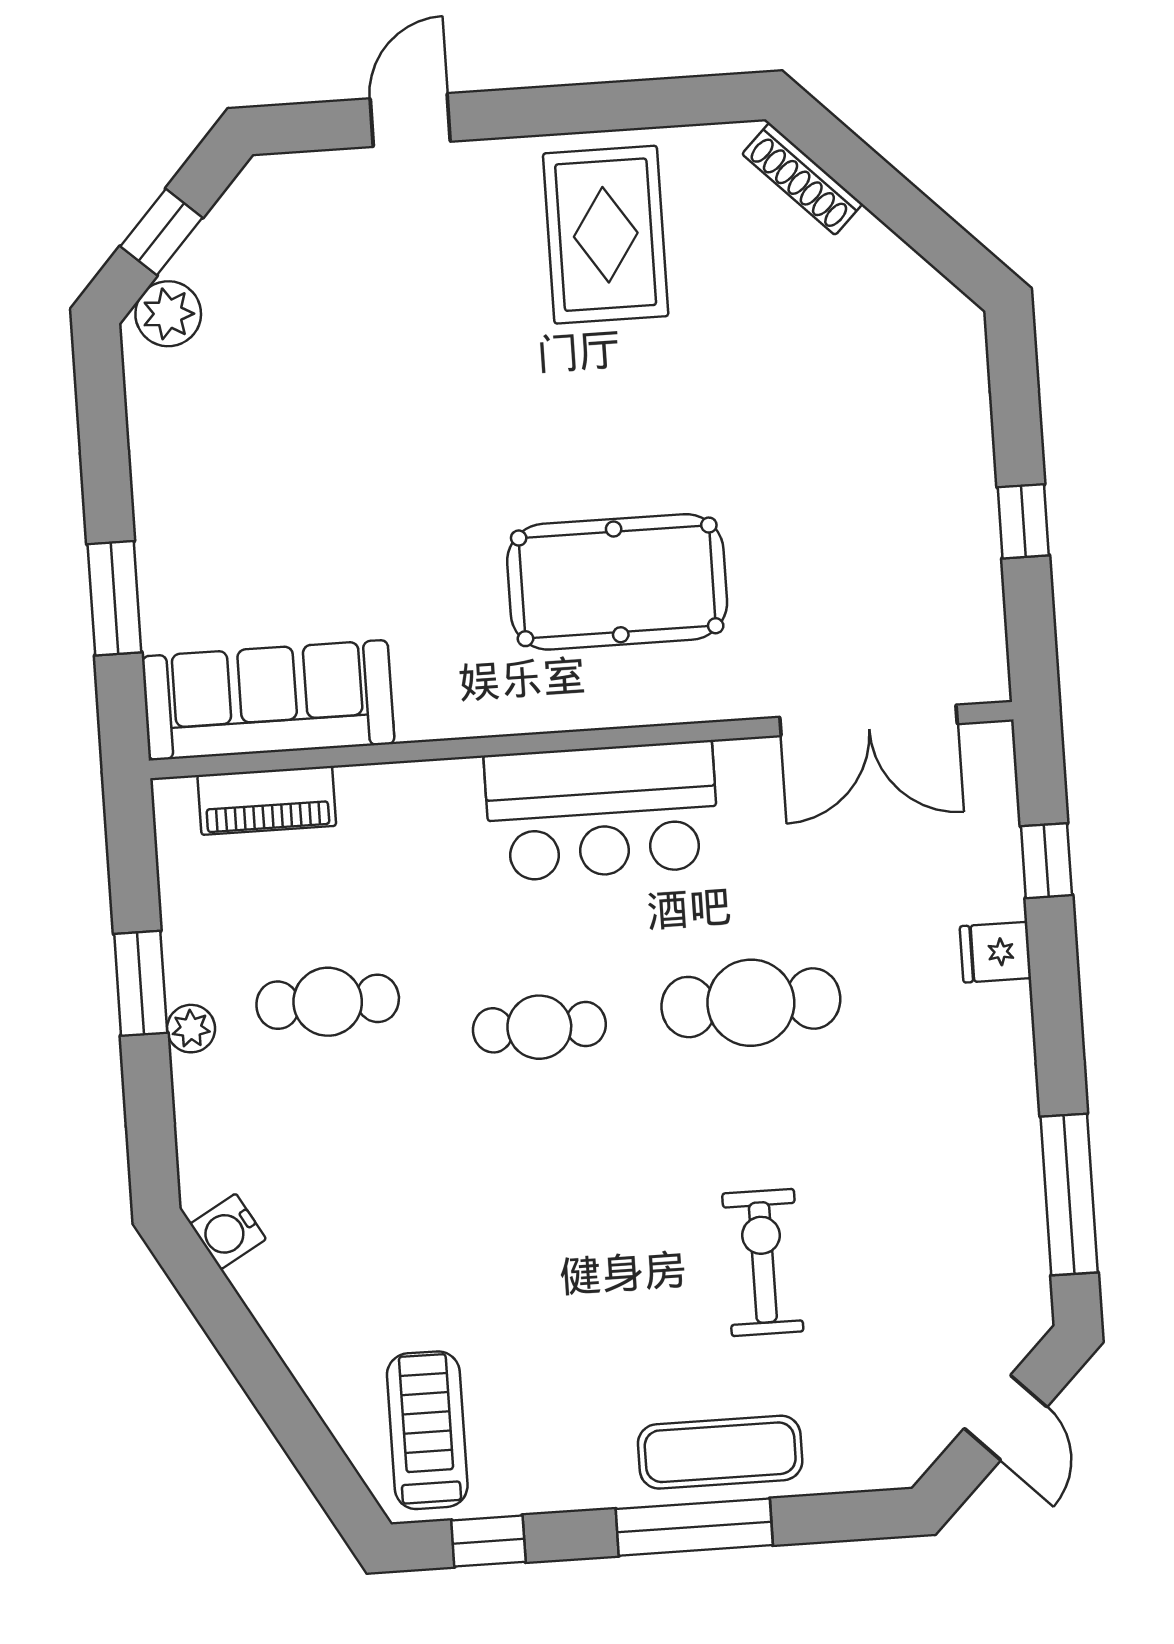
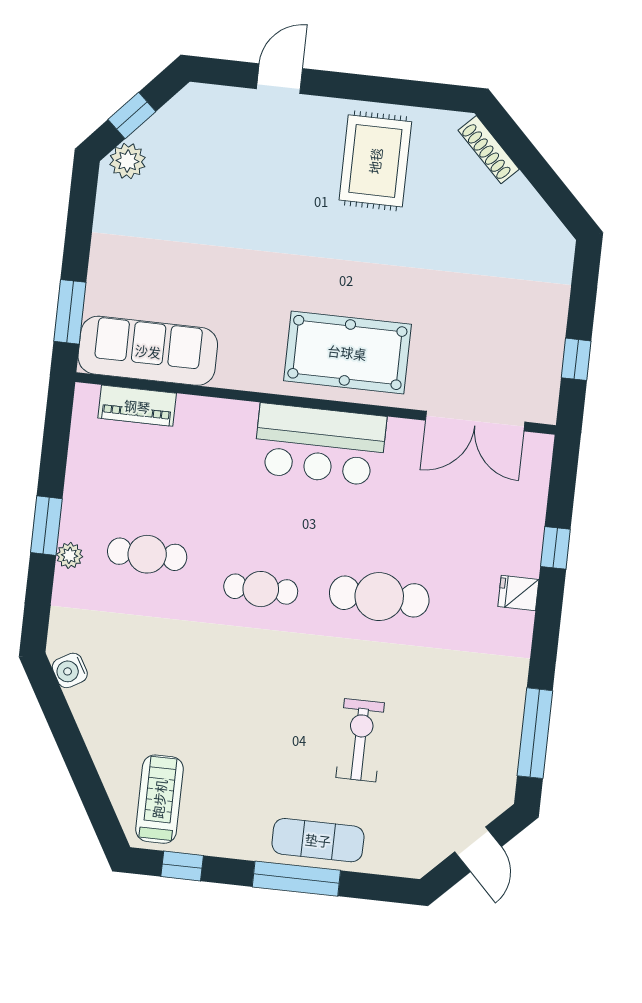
sofa: (268, 700) -> (148, 351), moved
double door: (869, 720) -> (475, 421), moved
wall: (581, 740) -> (316, 404), moved
piano: (267, 800) -> (137, 406), moved
bar counter: (602, 811) -> (320, 445), moved

